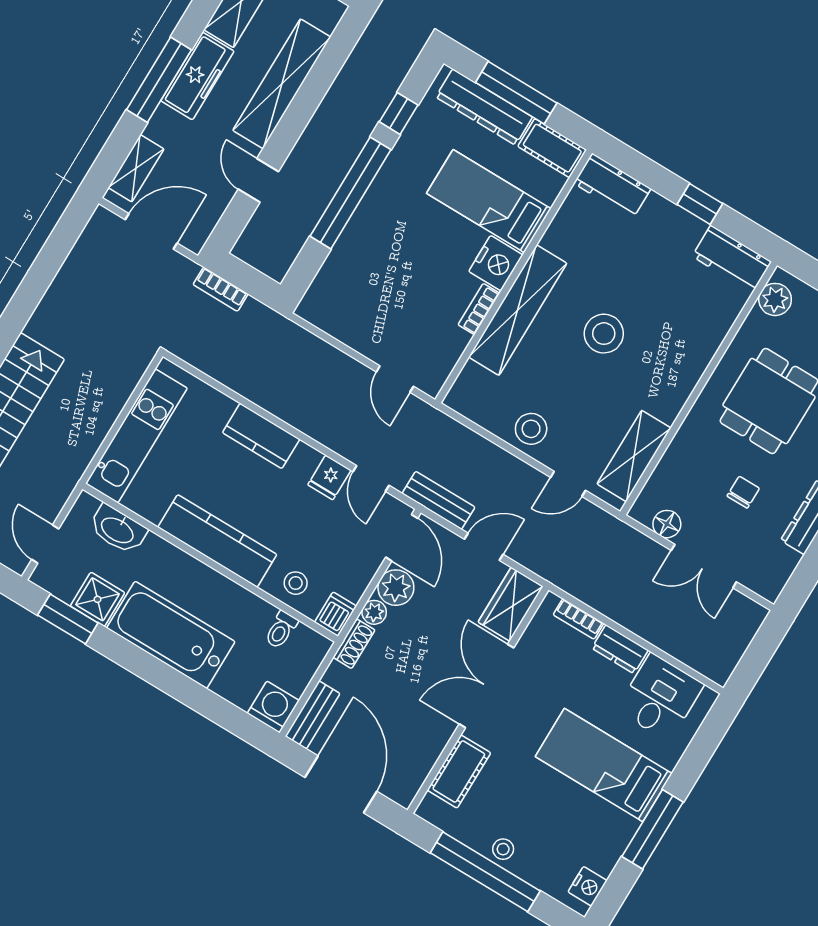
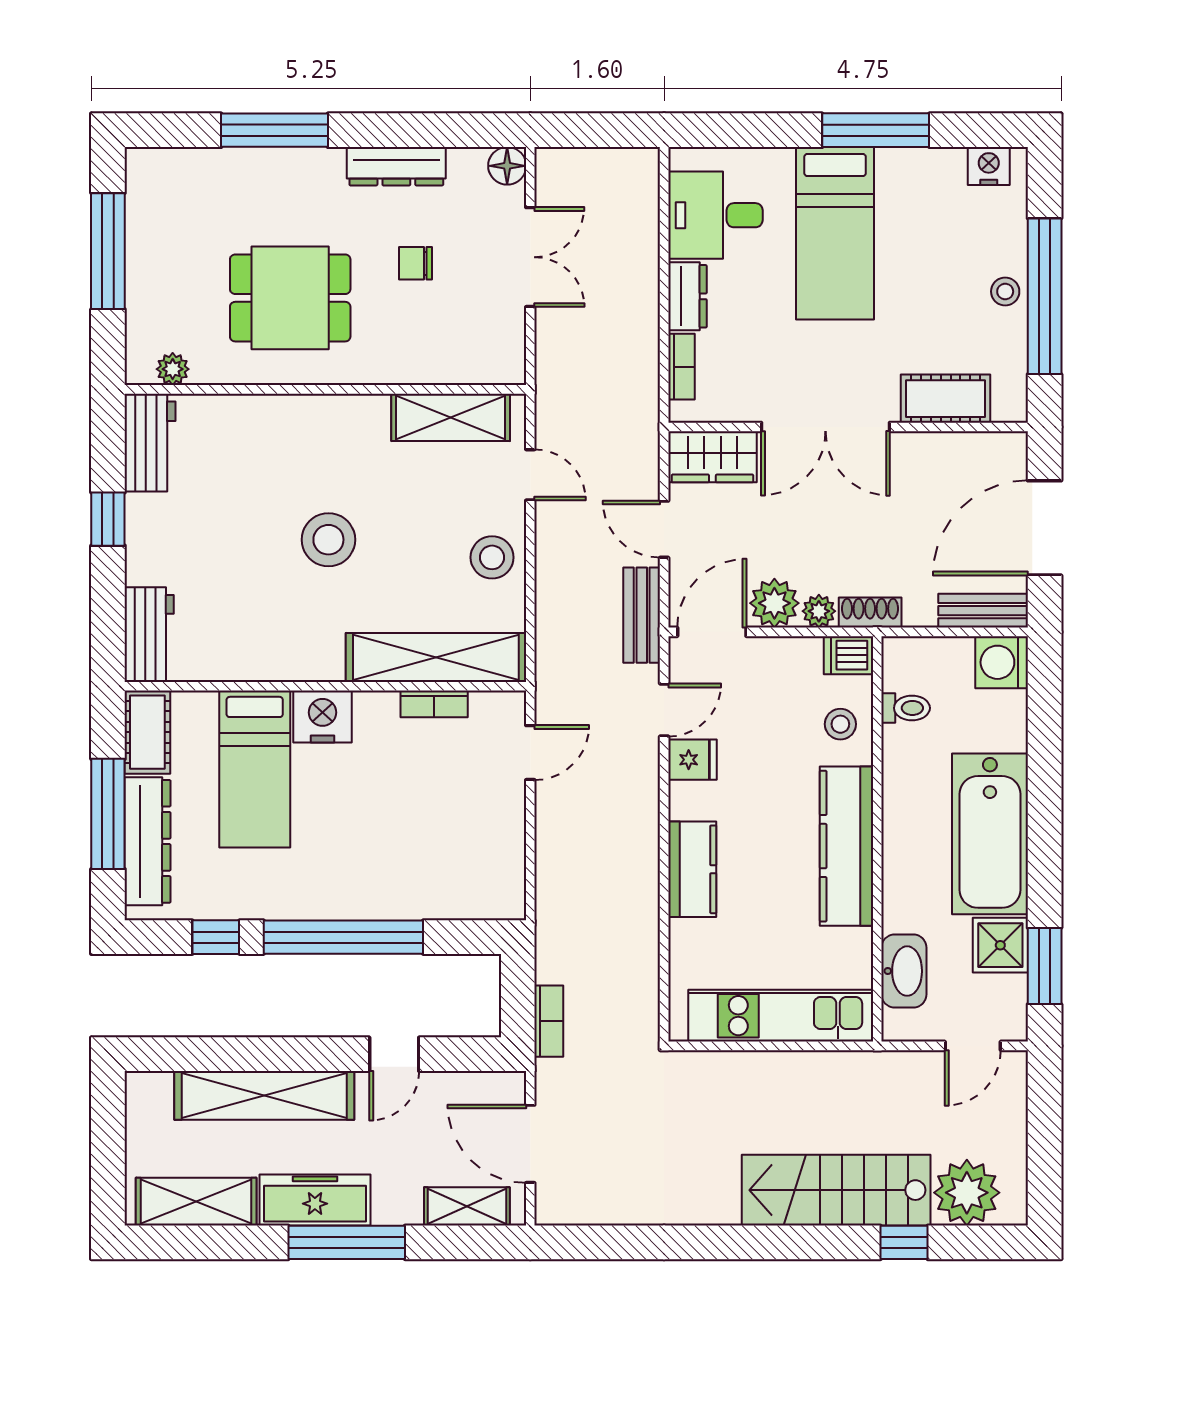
plant: (775, 299) -> (173, 369), width x0.73, depth x0.73
bookcase: (479, 309) -> (434, 704), moved
shelving: (518, 310) -> (436, 658), moved
floor lamp: (667, 524) -> (507, 166), moved

